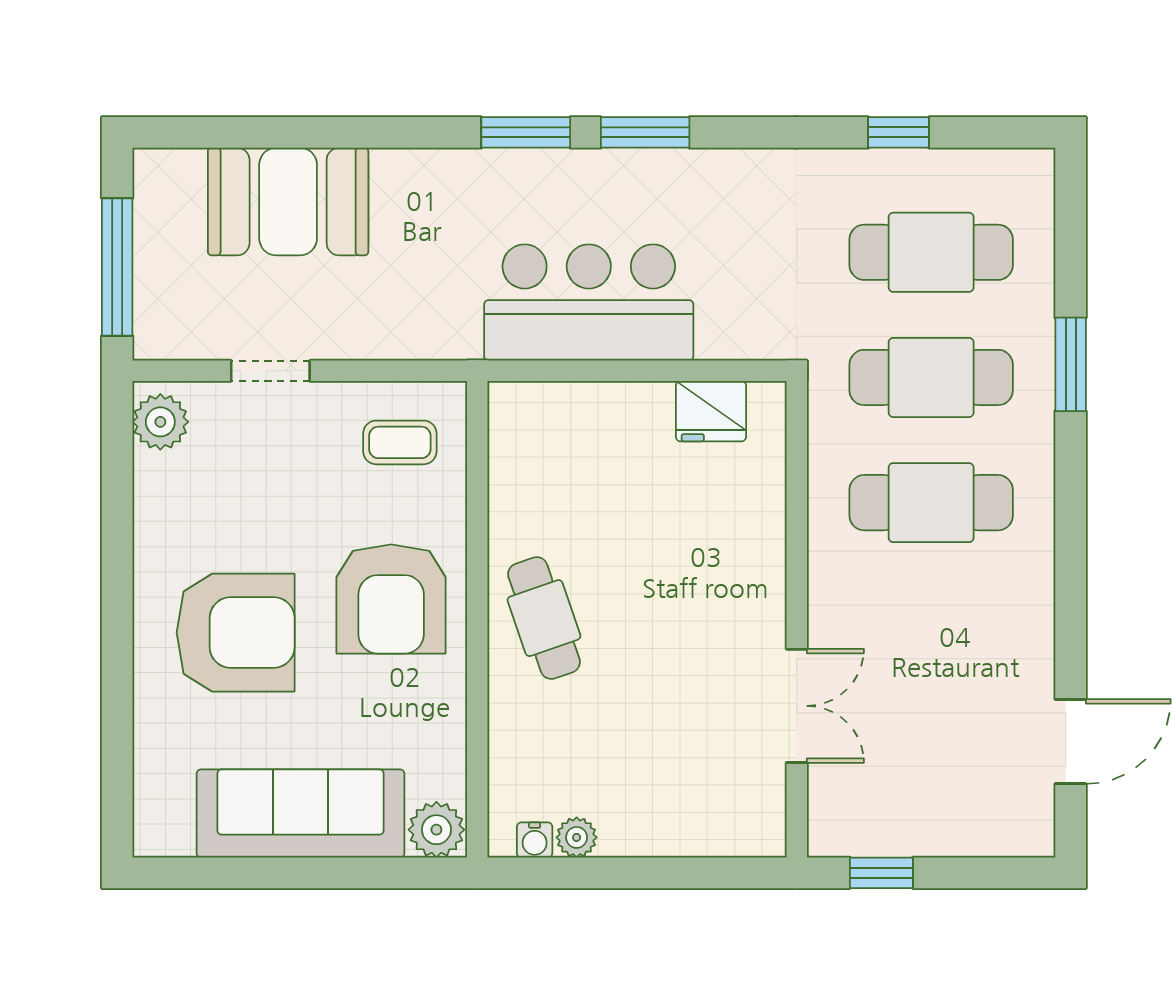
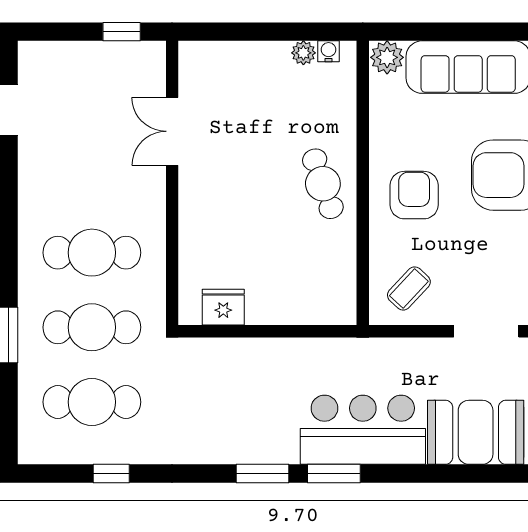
bar counter: (589, 302) -> (363, 430), moved, turned 180
doorway: (270, 371) -> (486, 331), width x1.38
coffee table: (400, 442) -> (409, 289), turned -47
armchair: (391, 599) -> (414, 195), width x0.73, depth x0.73

